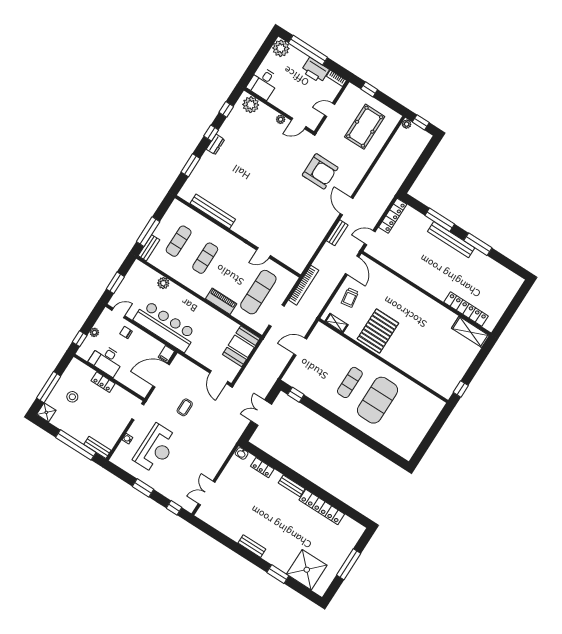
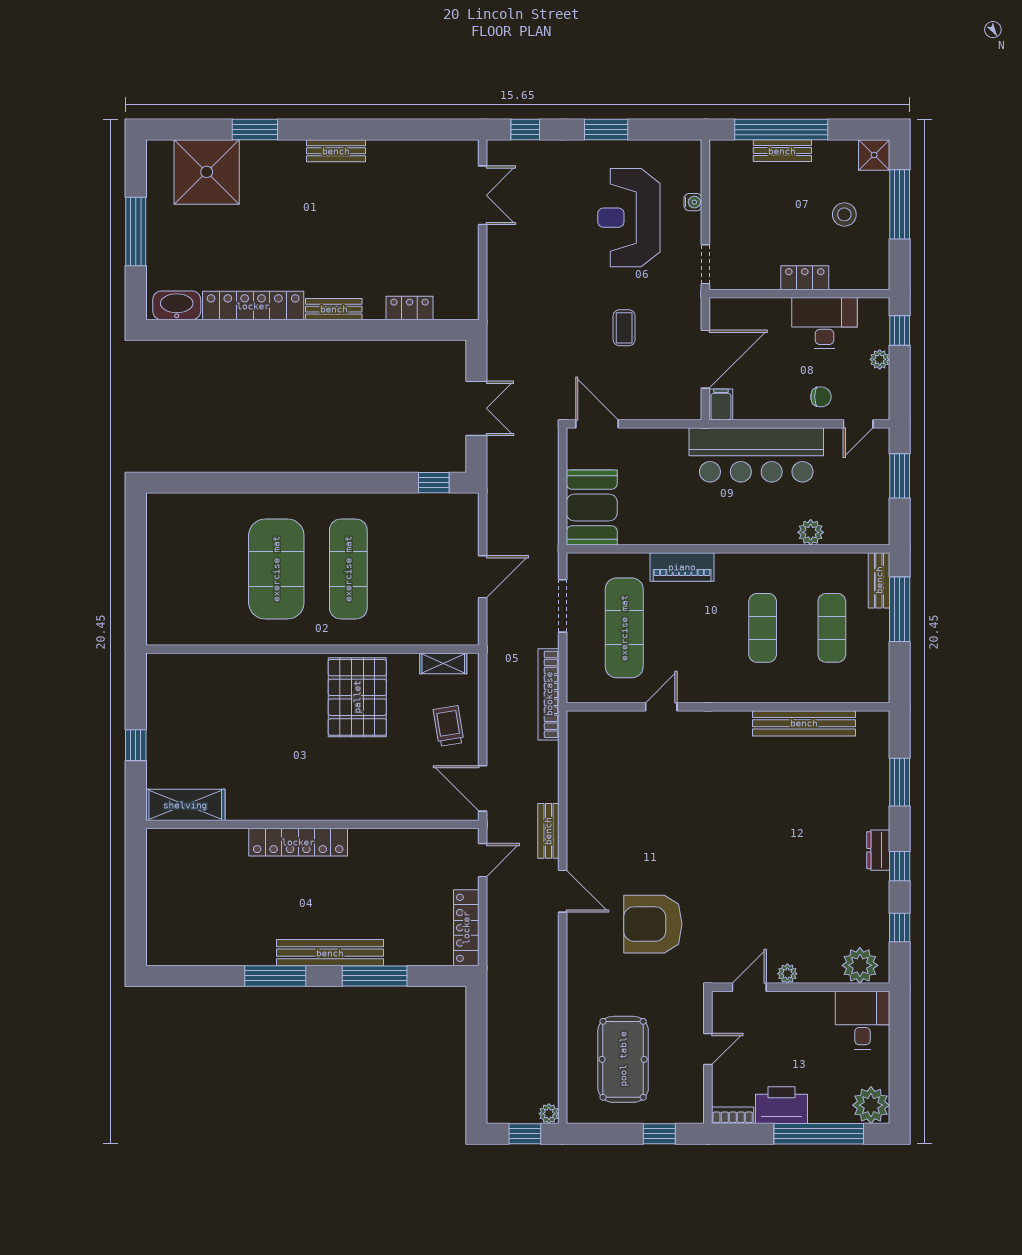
locker: (466, 309) -> (298, 842), moved
exercise mat: (350, 382) -> (348, 569), width x1.36, depth x1.45
window: (461, 389) -> (136, 745), moved
bench: (97, 447) -> (782, 151), moved
washbasin: (242, 453) -> (177, 305), moved, width x1.91, depth x1.45

